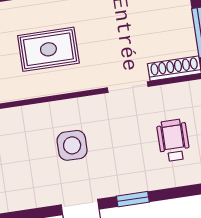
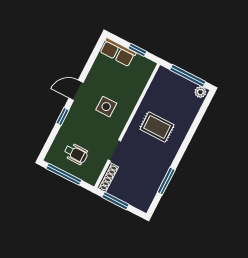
rug: (48, 49) -> (157, 127), turned 90

